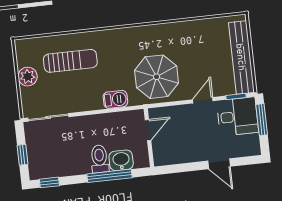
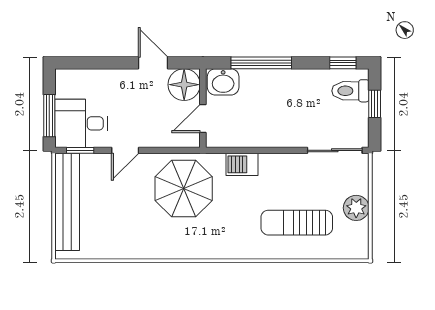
floor lamp: (165, 153) -> (184, 85), added
toilet: (99, 159) -> (350, 91), moved, turned 90
washbasin: (121, 160) -> (223, 82), moved
door: (219, 164) -> (153, 63), moved

